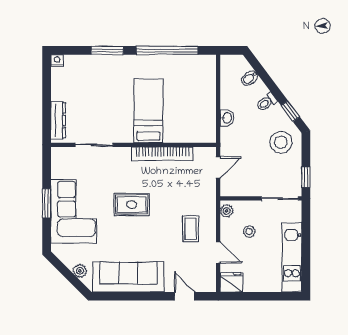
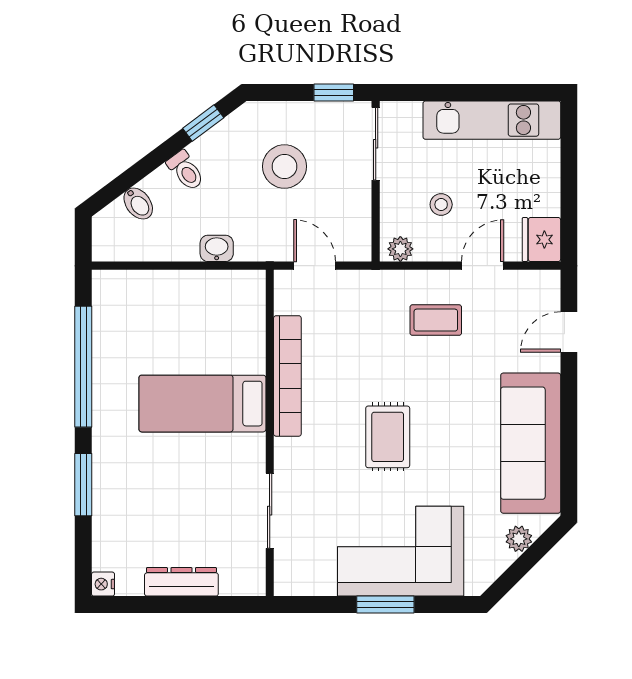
dresser: (58, 120) -> (181, 582), moved
stool: (281, 142) -> (284, 166), moved

